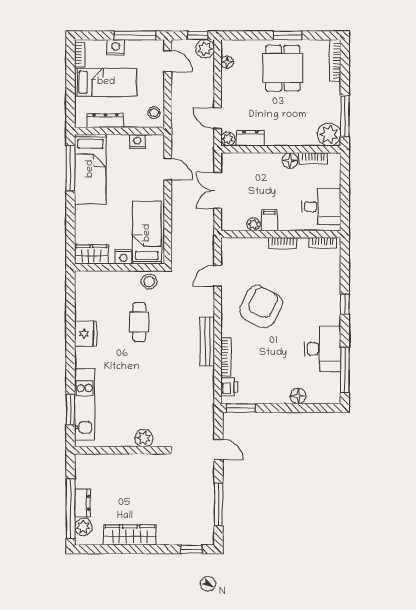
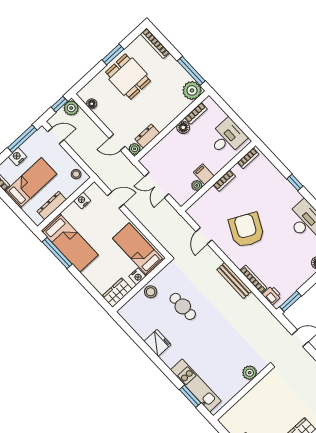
stool: (149, 282) -> (151, 292), moved

